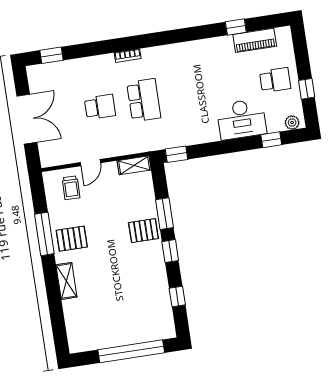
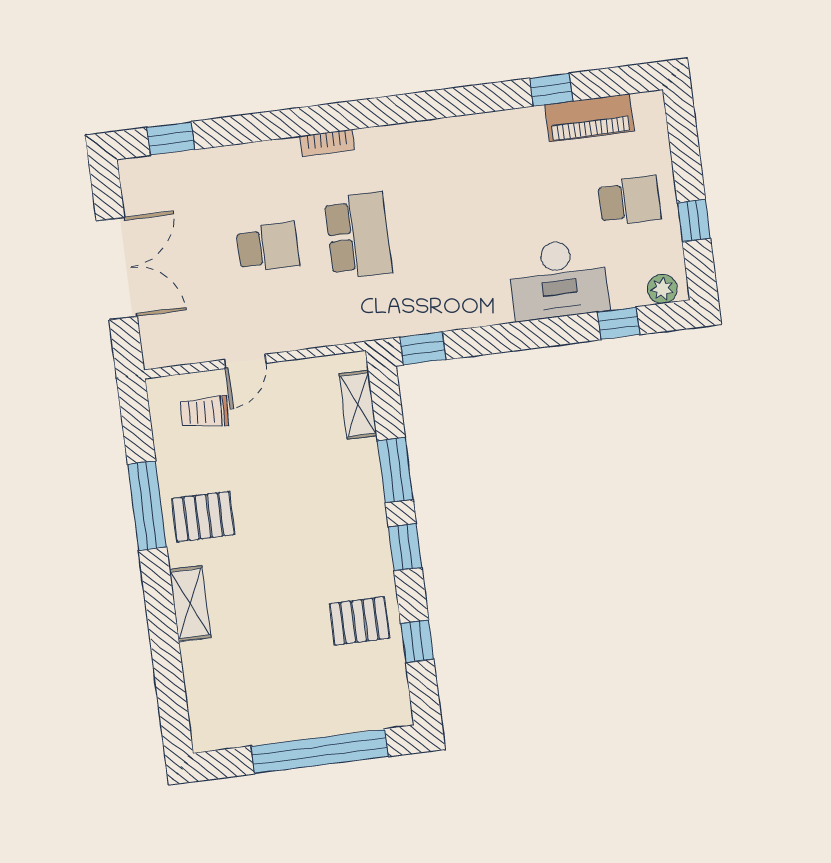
shelving: (134, 165) -> (358, 405), moved, turned 90
trolley: (71, 188) -> (204, 412), turned 92
pallet: (143, 231) -> (359, 621), moved

